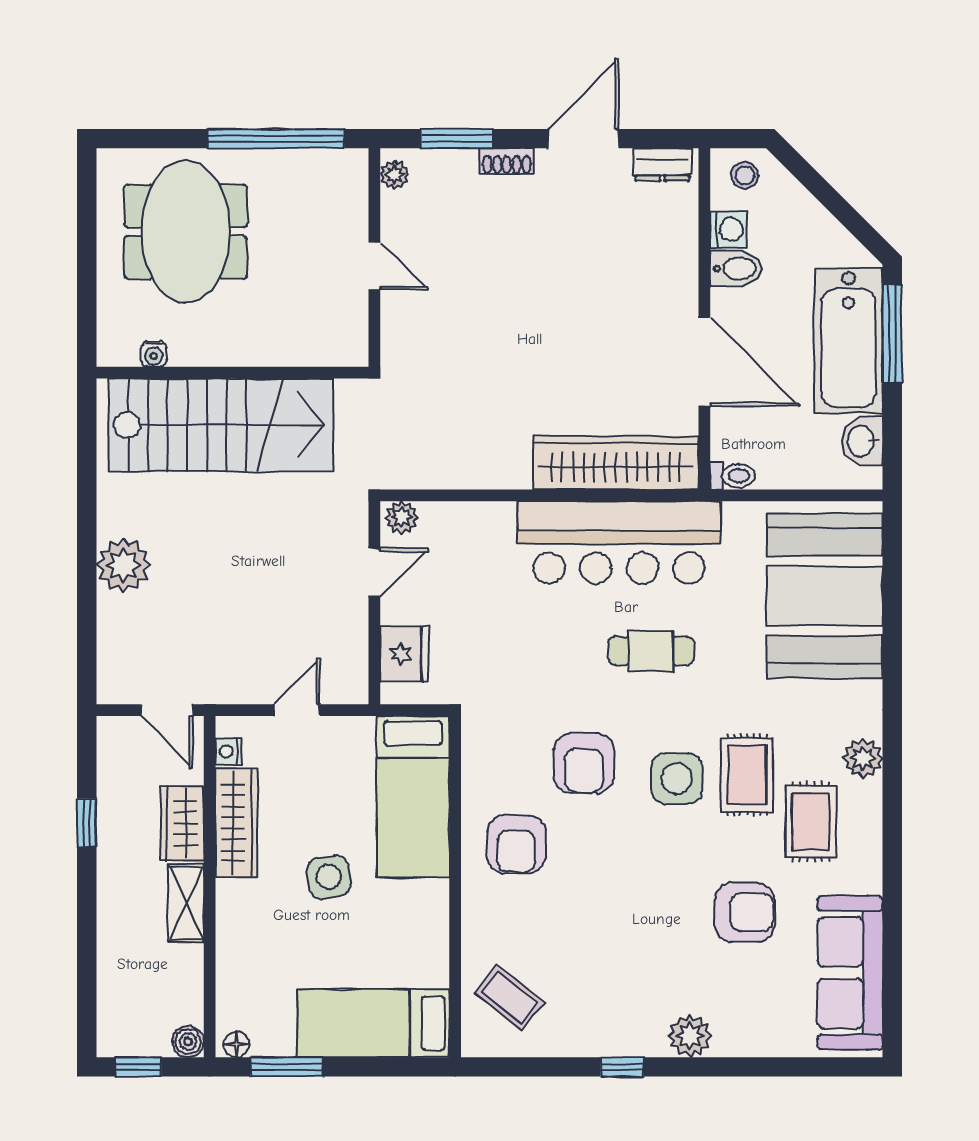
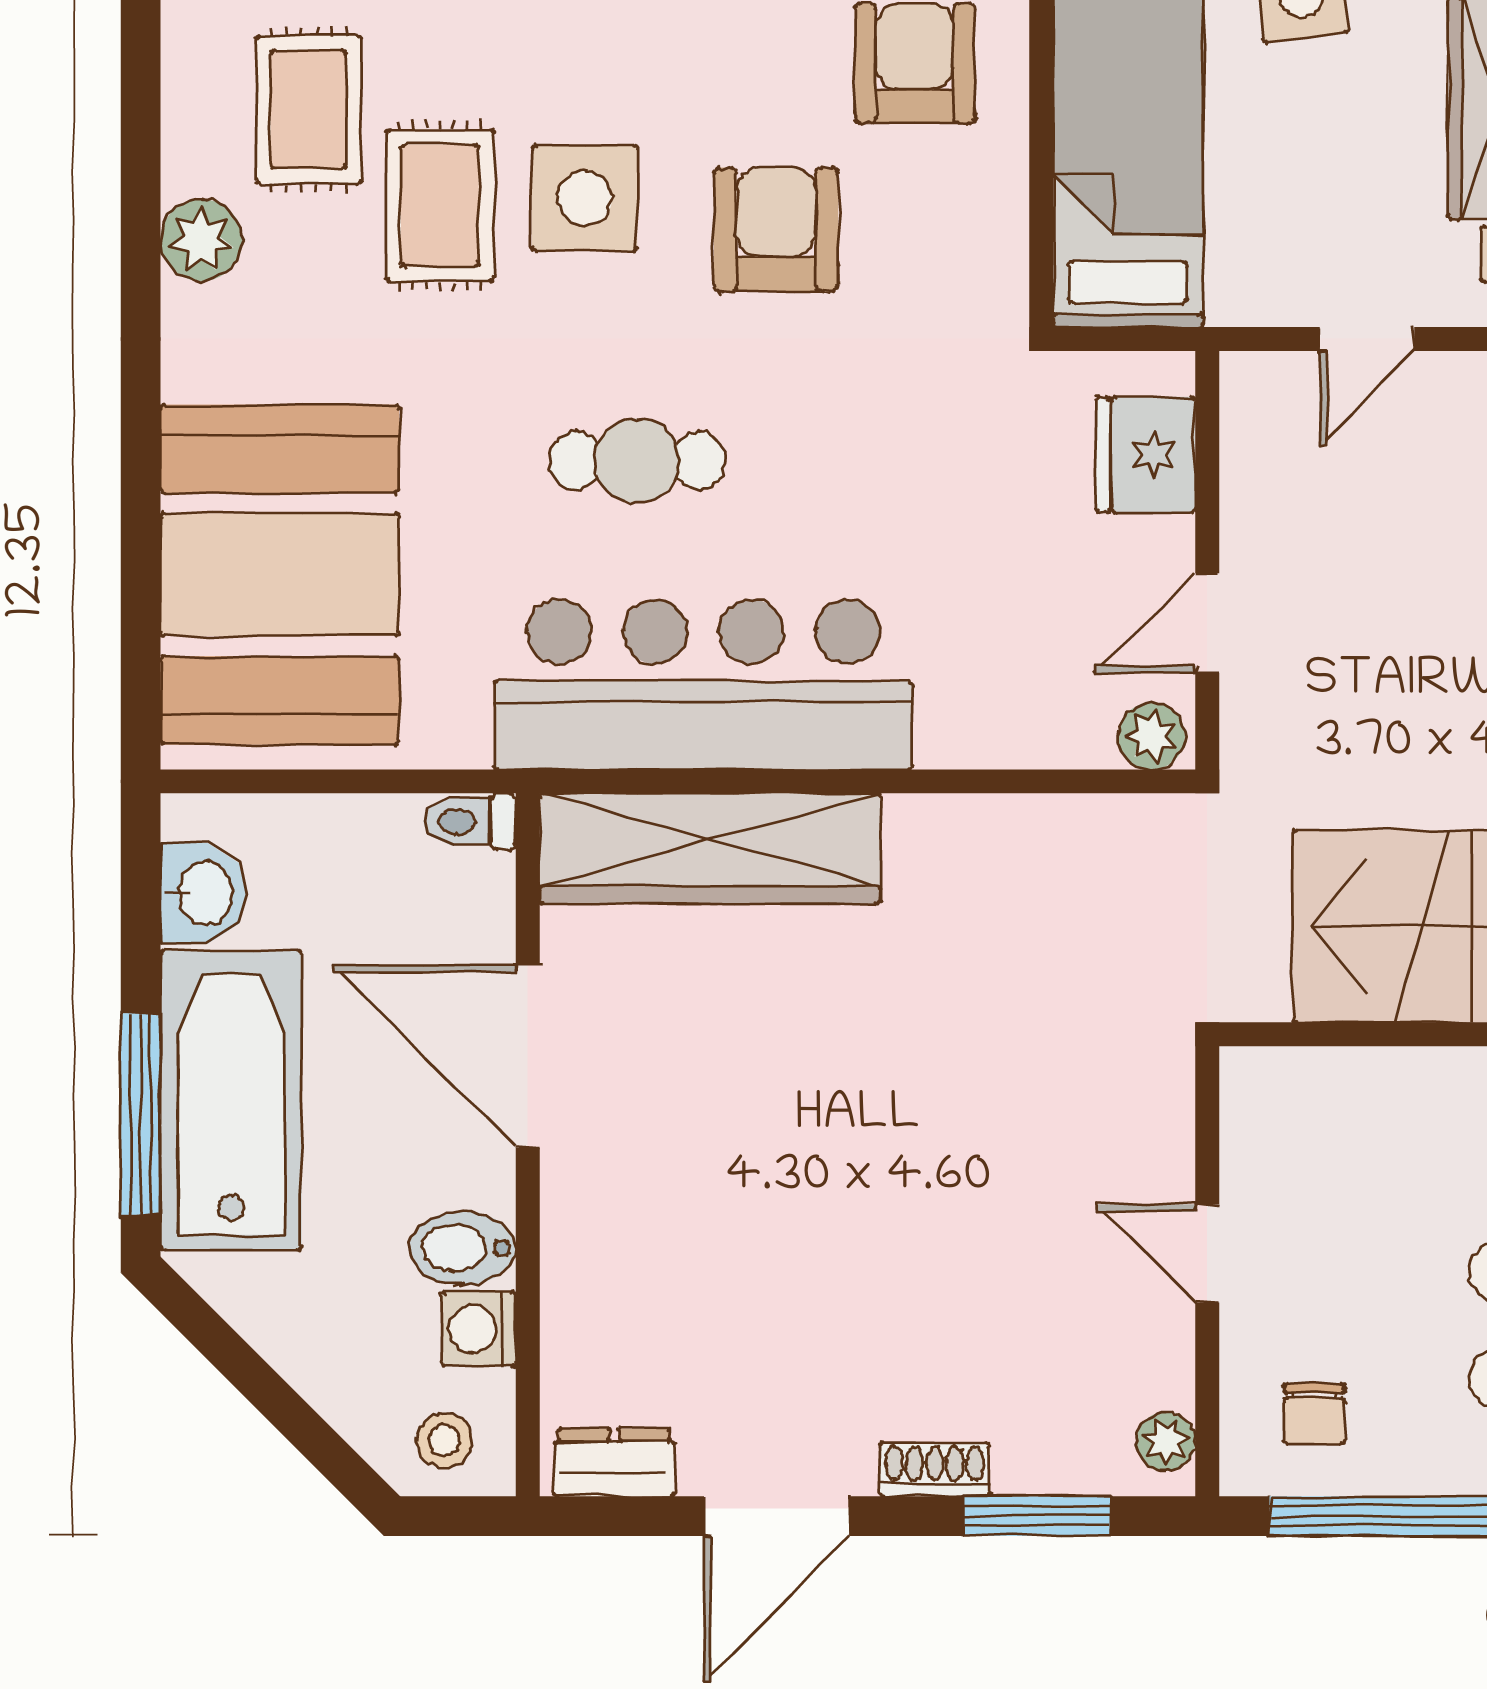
chair: (322, 188) -> (1314, 1414), added

